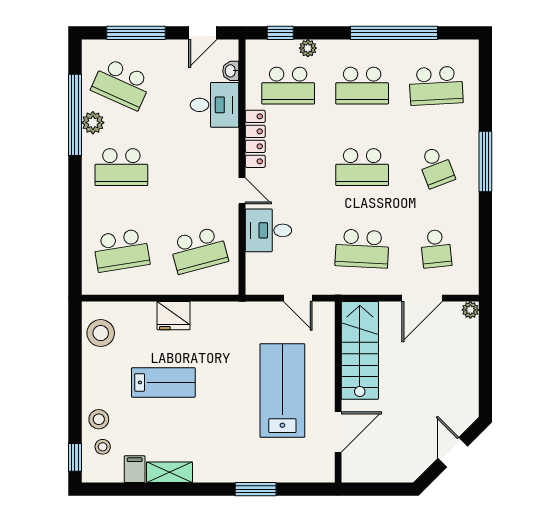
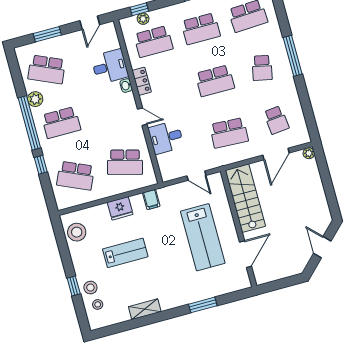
window: (136, 33) -> (47, 34), width x0.69
plant: (308, 48) -> (143, 19), moved
washbasin: (231, 71) -> (126, 85), moved
window: (75, 115) -> (29, 123), moved
locker: (255, 139) -> (142, 81), width x0.66
school desk: (436, 167) -> (262, 68), turned 33
window: (75, 221) -> (41, 165), added
school desk: (121, 250) -> (76, 176), turned 33
school desk: (199, 250) -> (125, 162), turned 30
lab bench: (282, 390) -> (203, 237), turned 180
window: (75, 457) -> (74, 286), moved
filing cabinet: (135, 469) -> (151, 199), moved, turned 180

